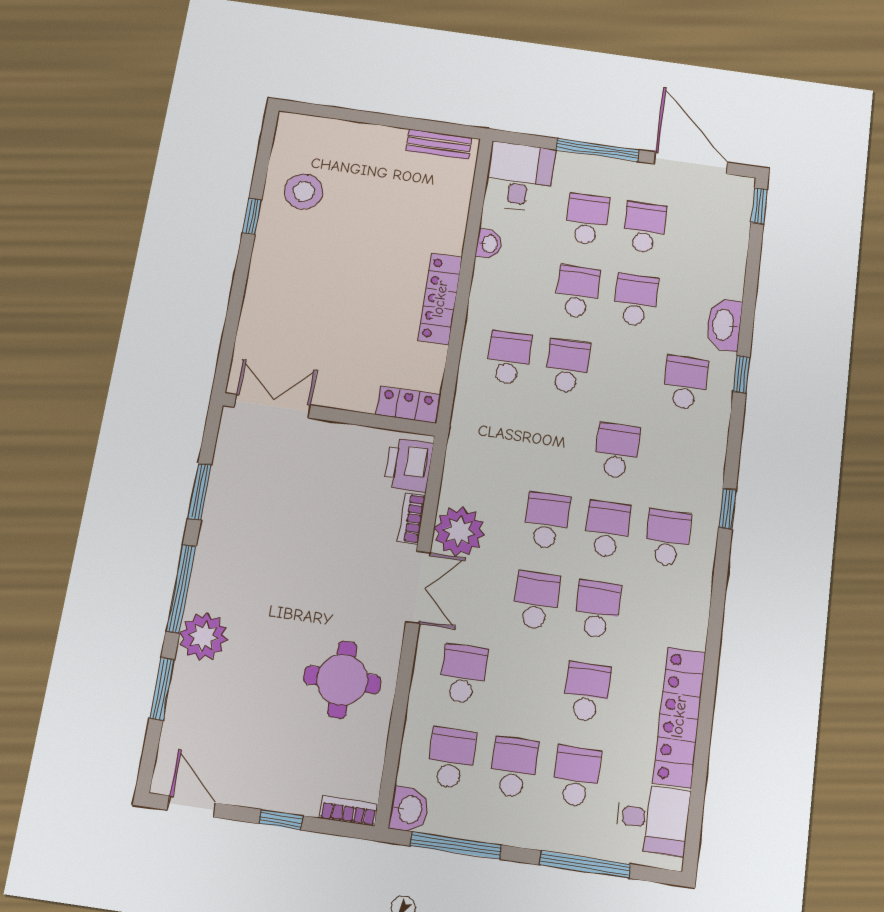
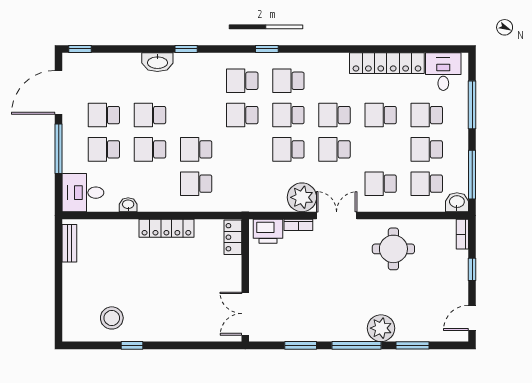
school desk: (685, 383) -> (242, 81), moved

